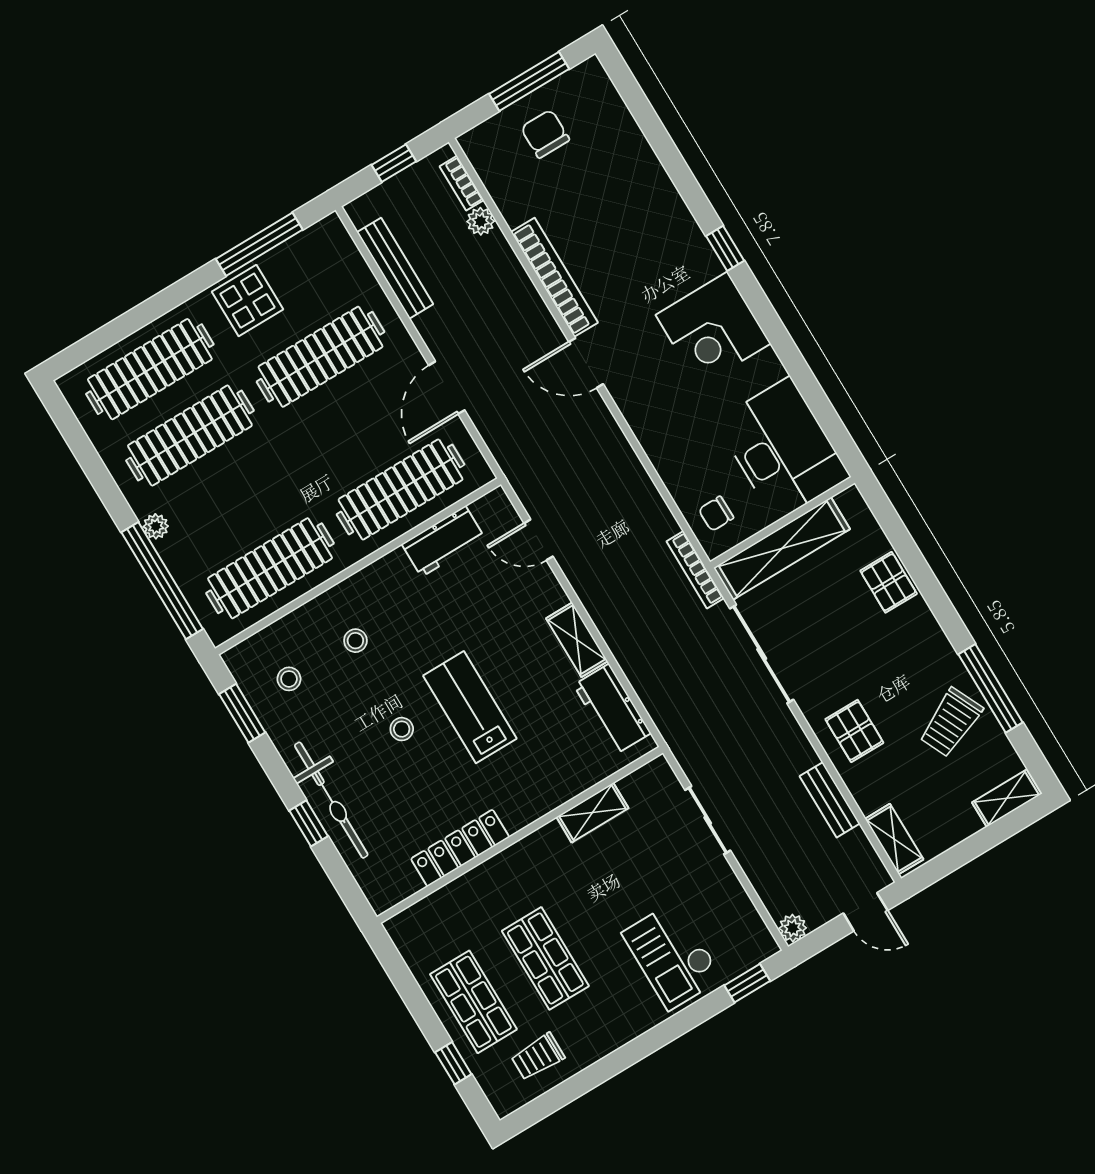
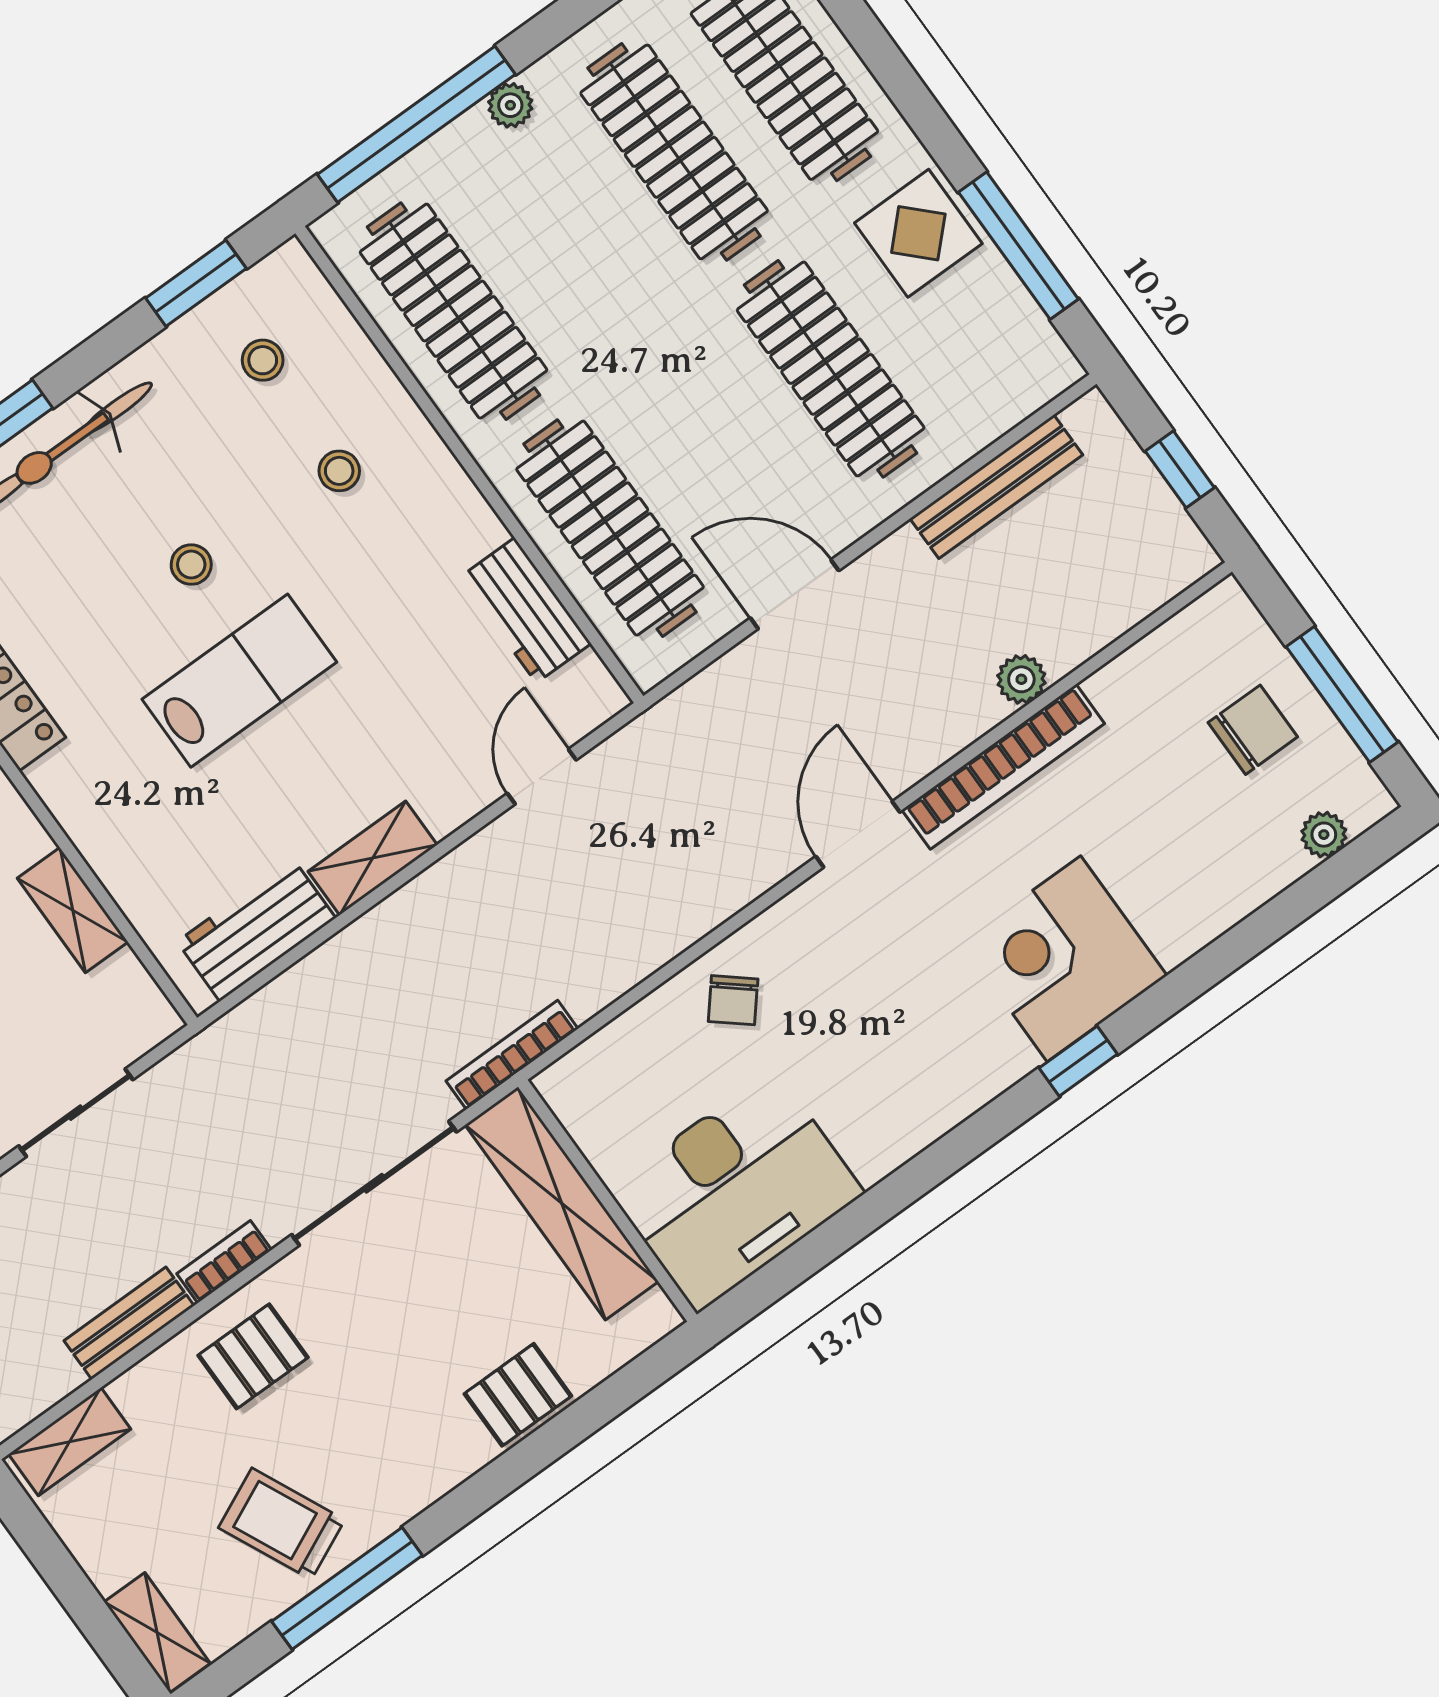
plant: (608, 98) -> (1324, 835), added
bookcase: (462, 183) -> (224, 1262), moved
plant: (481, 221) -> (1021, 679), moved
corner desk: (713, 329) -> (1064, 959), moved
chair: (716, 514) -> (733, 1000), moved, turned -139

